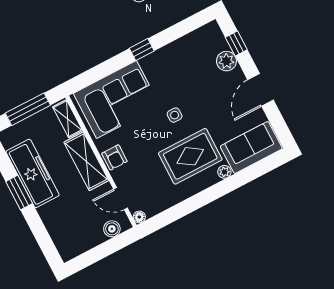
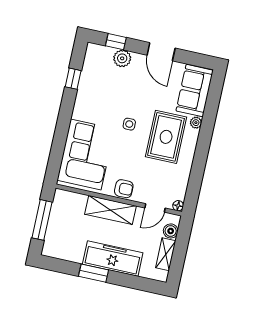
window: (142, 50) -> (73, 79), moved
shelving: (68, 119) -> (166, 254), moved, turned 90
freezer: (33, 173) -> (113, 259), moved

